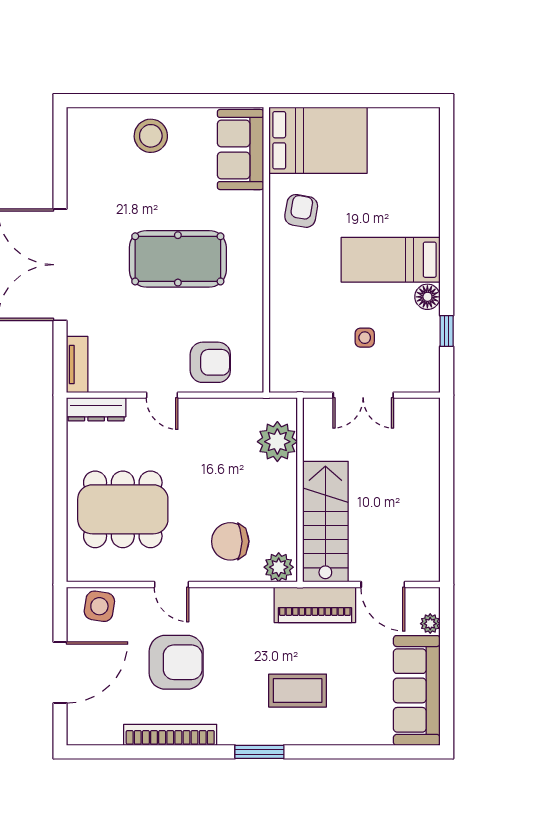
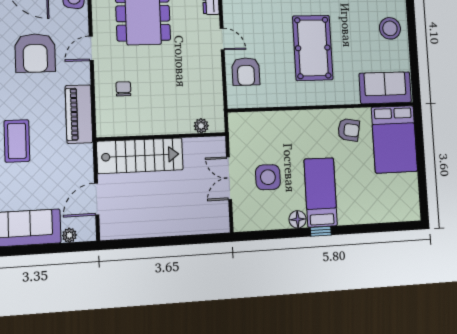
window: (447, 331) -> (321, 231), moved
side table: (365, 338) -> (268, 177), width x1.87, depth x1.87
door: (162, 395) -> (222, 39), swing flipped
plant: (277, 442) -> (201, 126), width x0.53, depth x0.53
chair: (230, 541) -> (123, 89), width x0.54, depth x0.54
plant: (279, 567) -> (106, 124), removed
piano: (315, 605) -> (79, 114), moved

